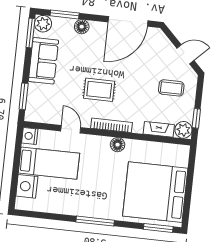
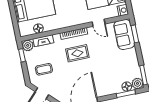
floor lamp: (82, 27) -> (127, 87), moved
sofa: (43, 61) -> (124, 35), moved
rug: (99, 90) -> (77, 53), moved
floor lamp: (118, 145) -> (38, 28), moved

